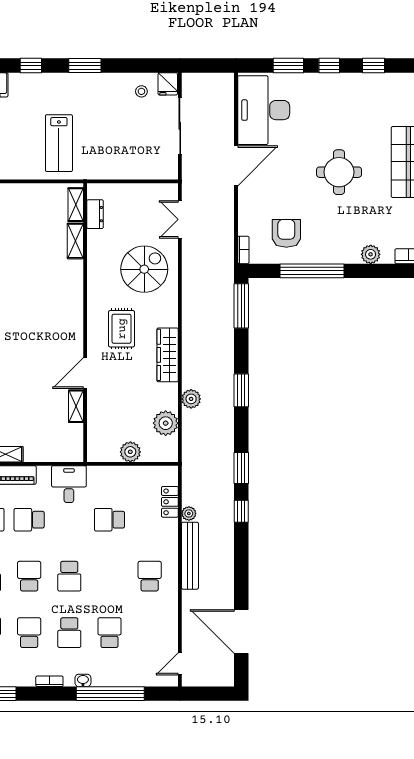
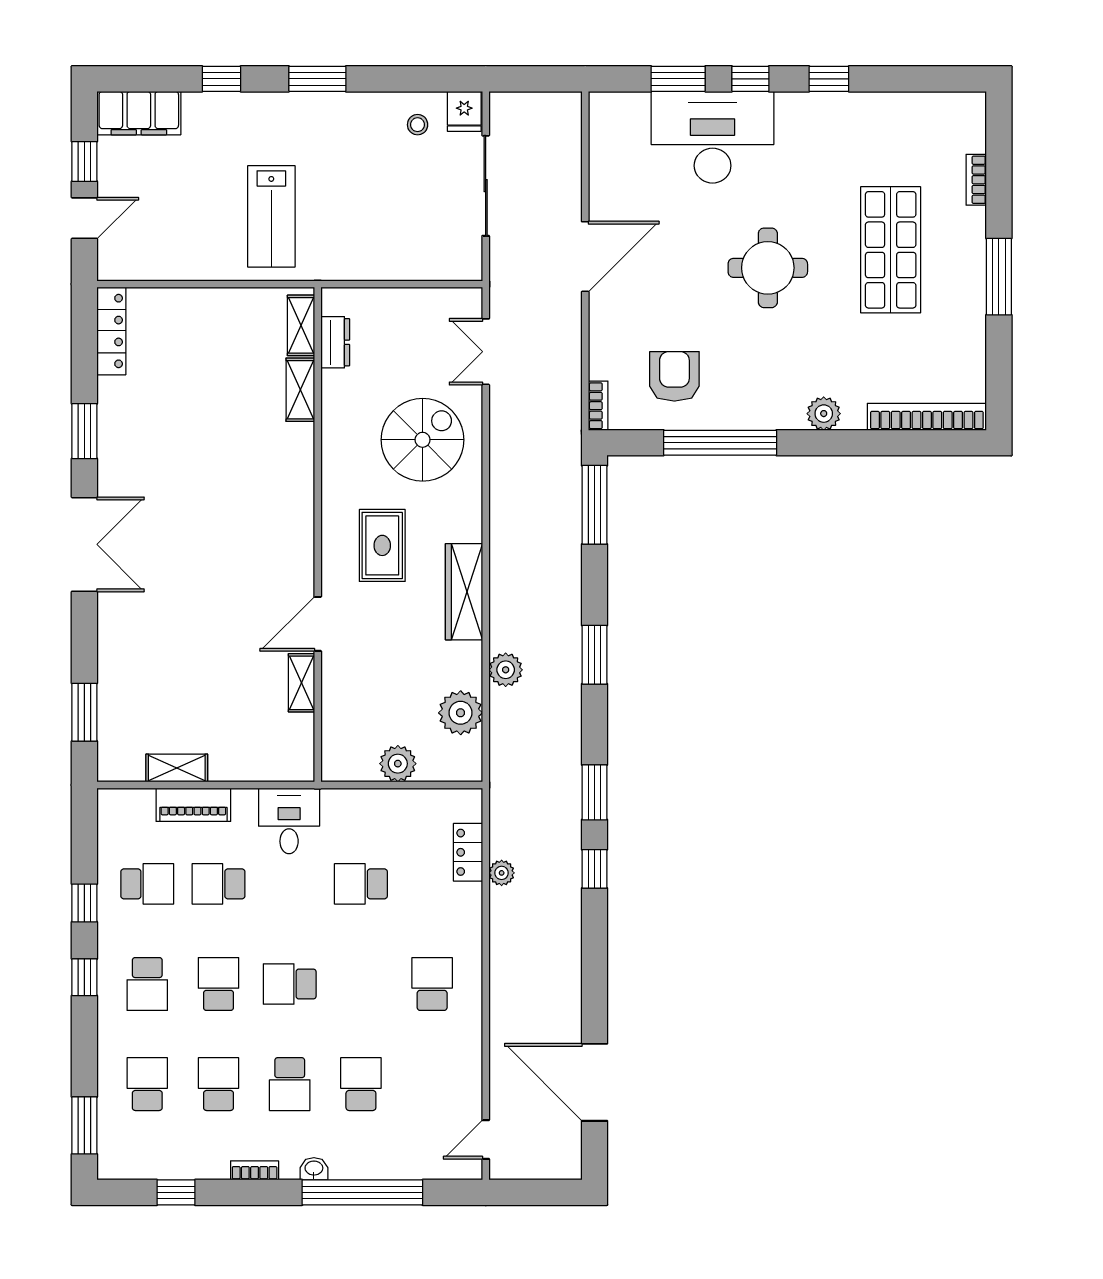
desk: (264, 110) -> (713, 137), moved, turned 90
bench: (190, 556) -> (504, 948), removed
school desk: (69, 576) -> (290, 984), turned 90

